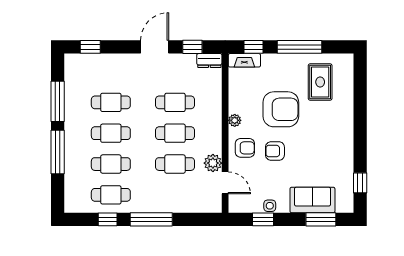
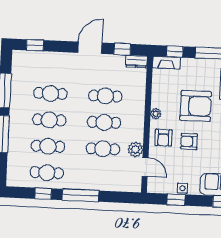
armchair: (245, 148) -> (163, 138), turned 90

